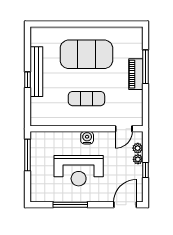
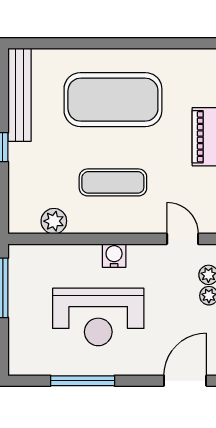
bench: (36, 72) -> (19, 95), moved
plant: (55, 119) -> (54, 221), added
door: (124, 129) -> (183, 239), swing flipped

